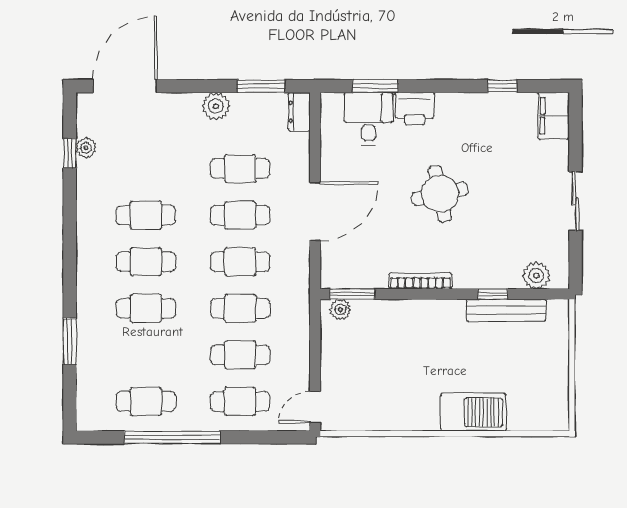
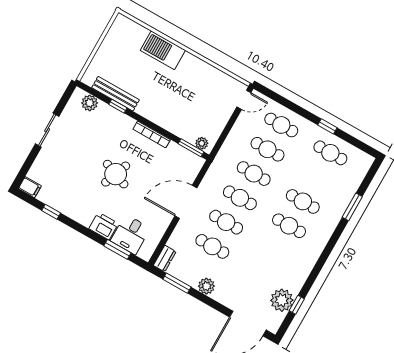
filing cabinet: (554, 116) -> (30, 187), width x0.50
plant: (86, 148) -> (282, 300), width x1.88, depth x1.88
round table: (440, 194) -> (116, 174), turned 33
cafe table: (146, 215) -> (275, 250), removed
window: (172, 437) -> (327, 126), width x0.32

